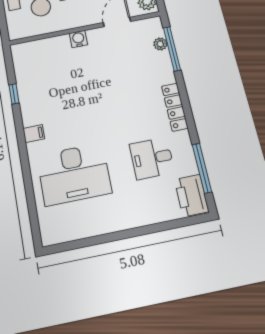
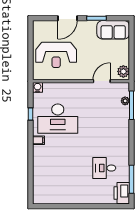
water cooler: (78, 39) -> (38, 87), moved
locker: (175, 107) -> (125, 141), removed
desk: (74, 174) -> (58, 119), moved

